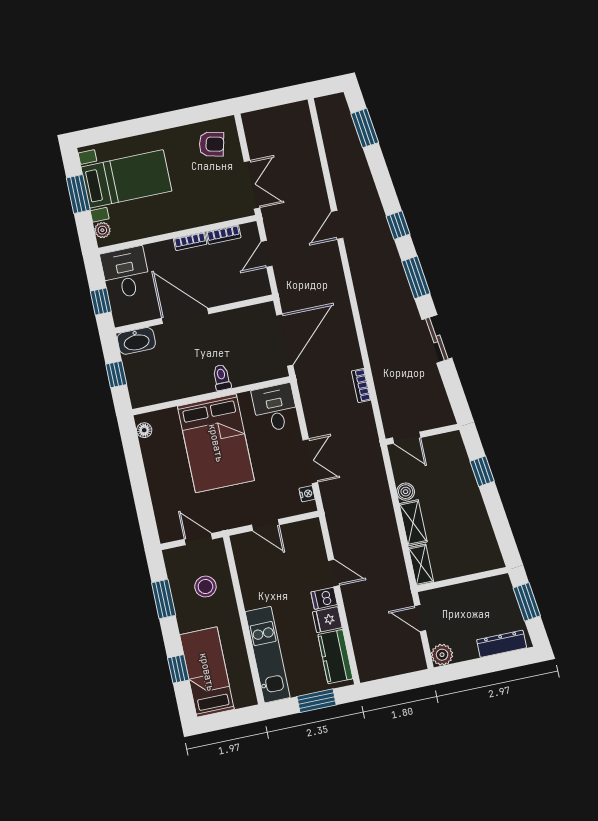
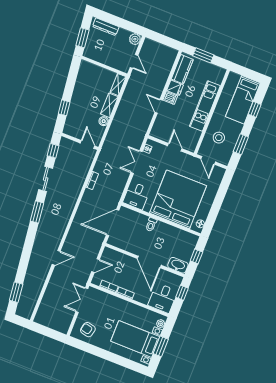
window: (398, 225) -> (53, 151), moved
bed: (216, 443) -> (178, 199), width x1.36
kitchen unit: (268, 655) -> (205, 106), moved

